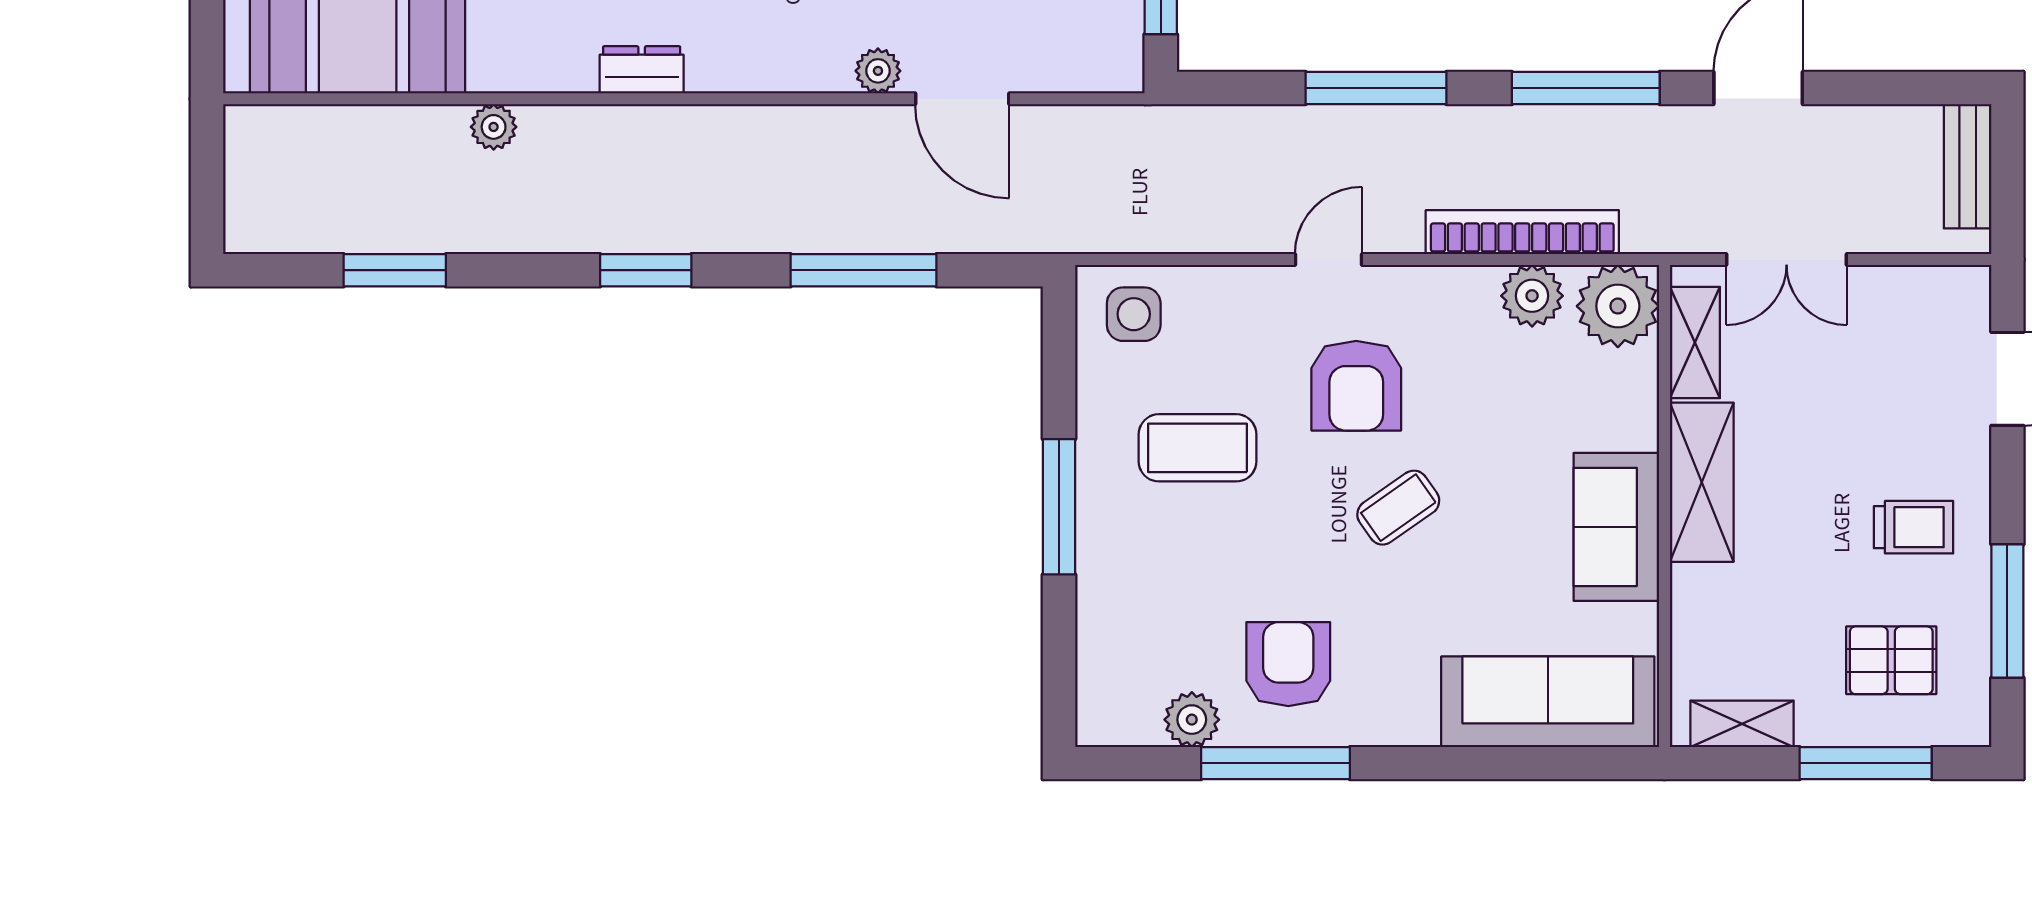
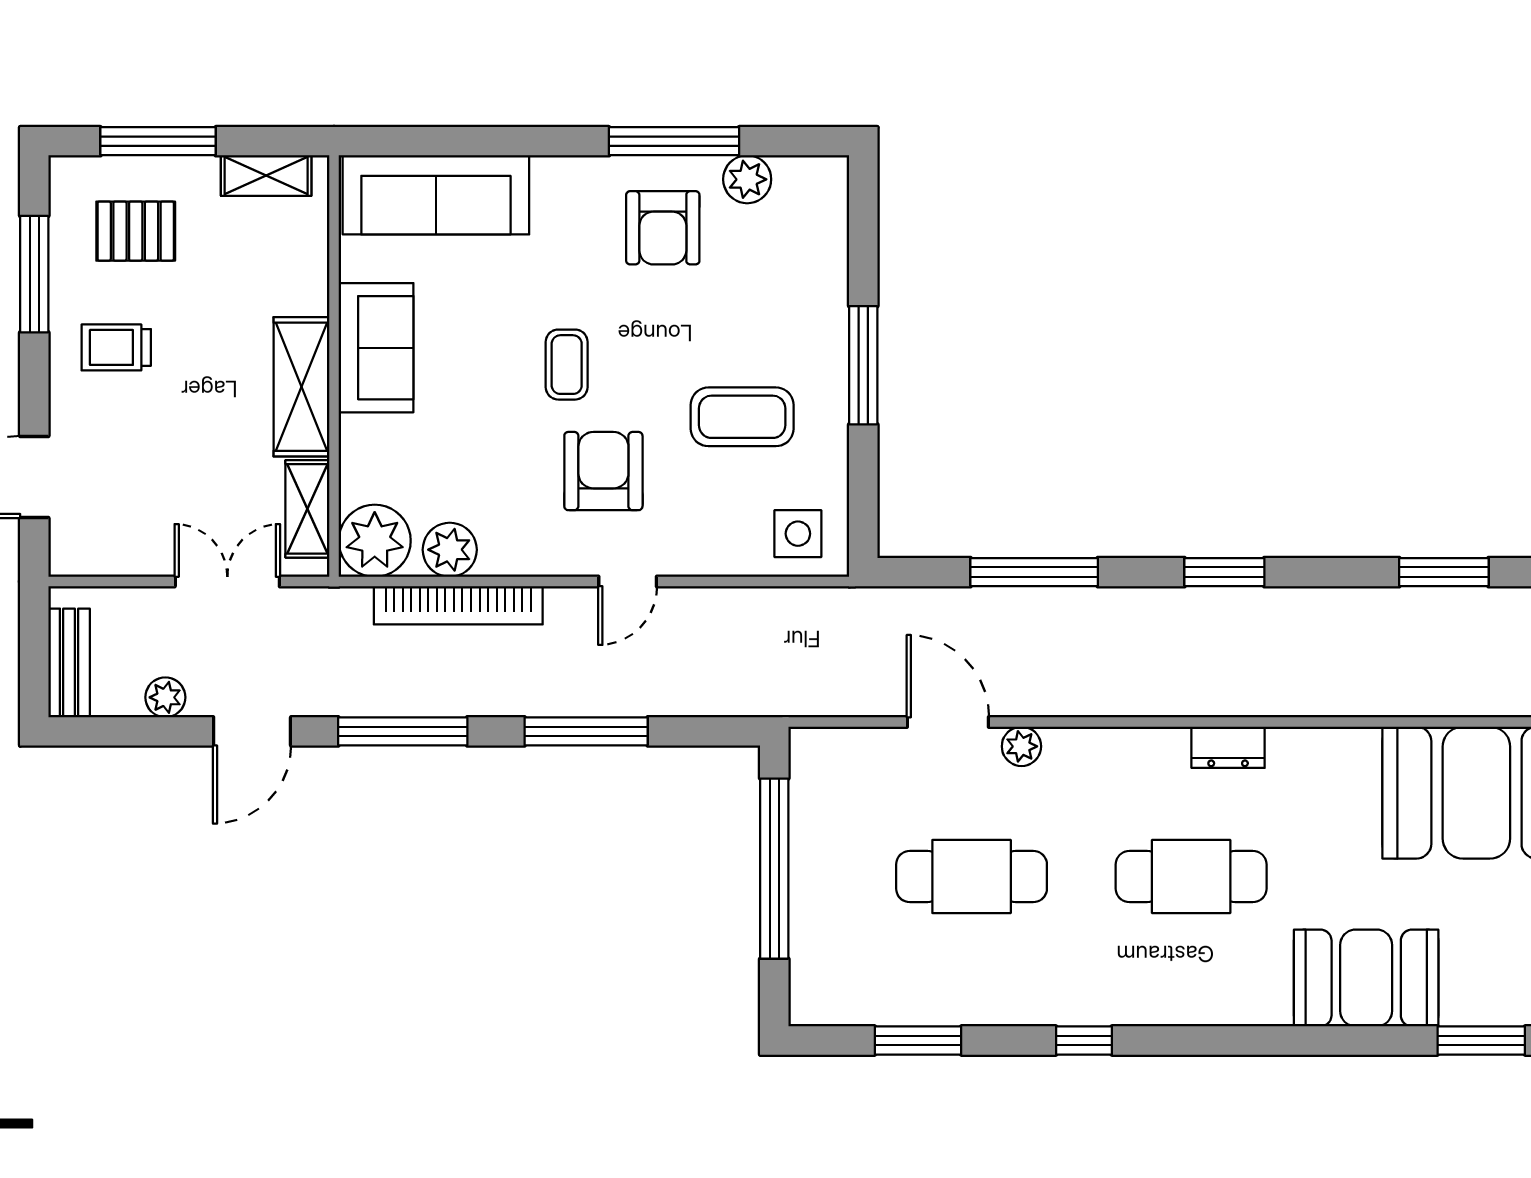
plant: (494, 127) -> (165, 697), moved
coffee table: (1398, 508) -> (567, 365), turned -55

